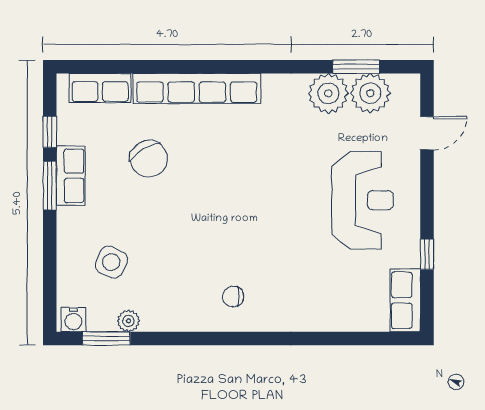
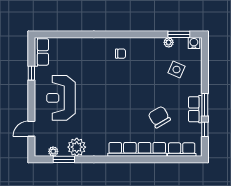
plant: (370, 93) -> (53, 151), width x0.53, depth x0.53

